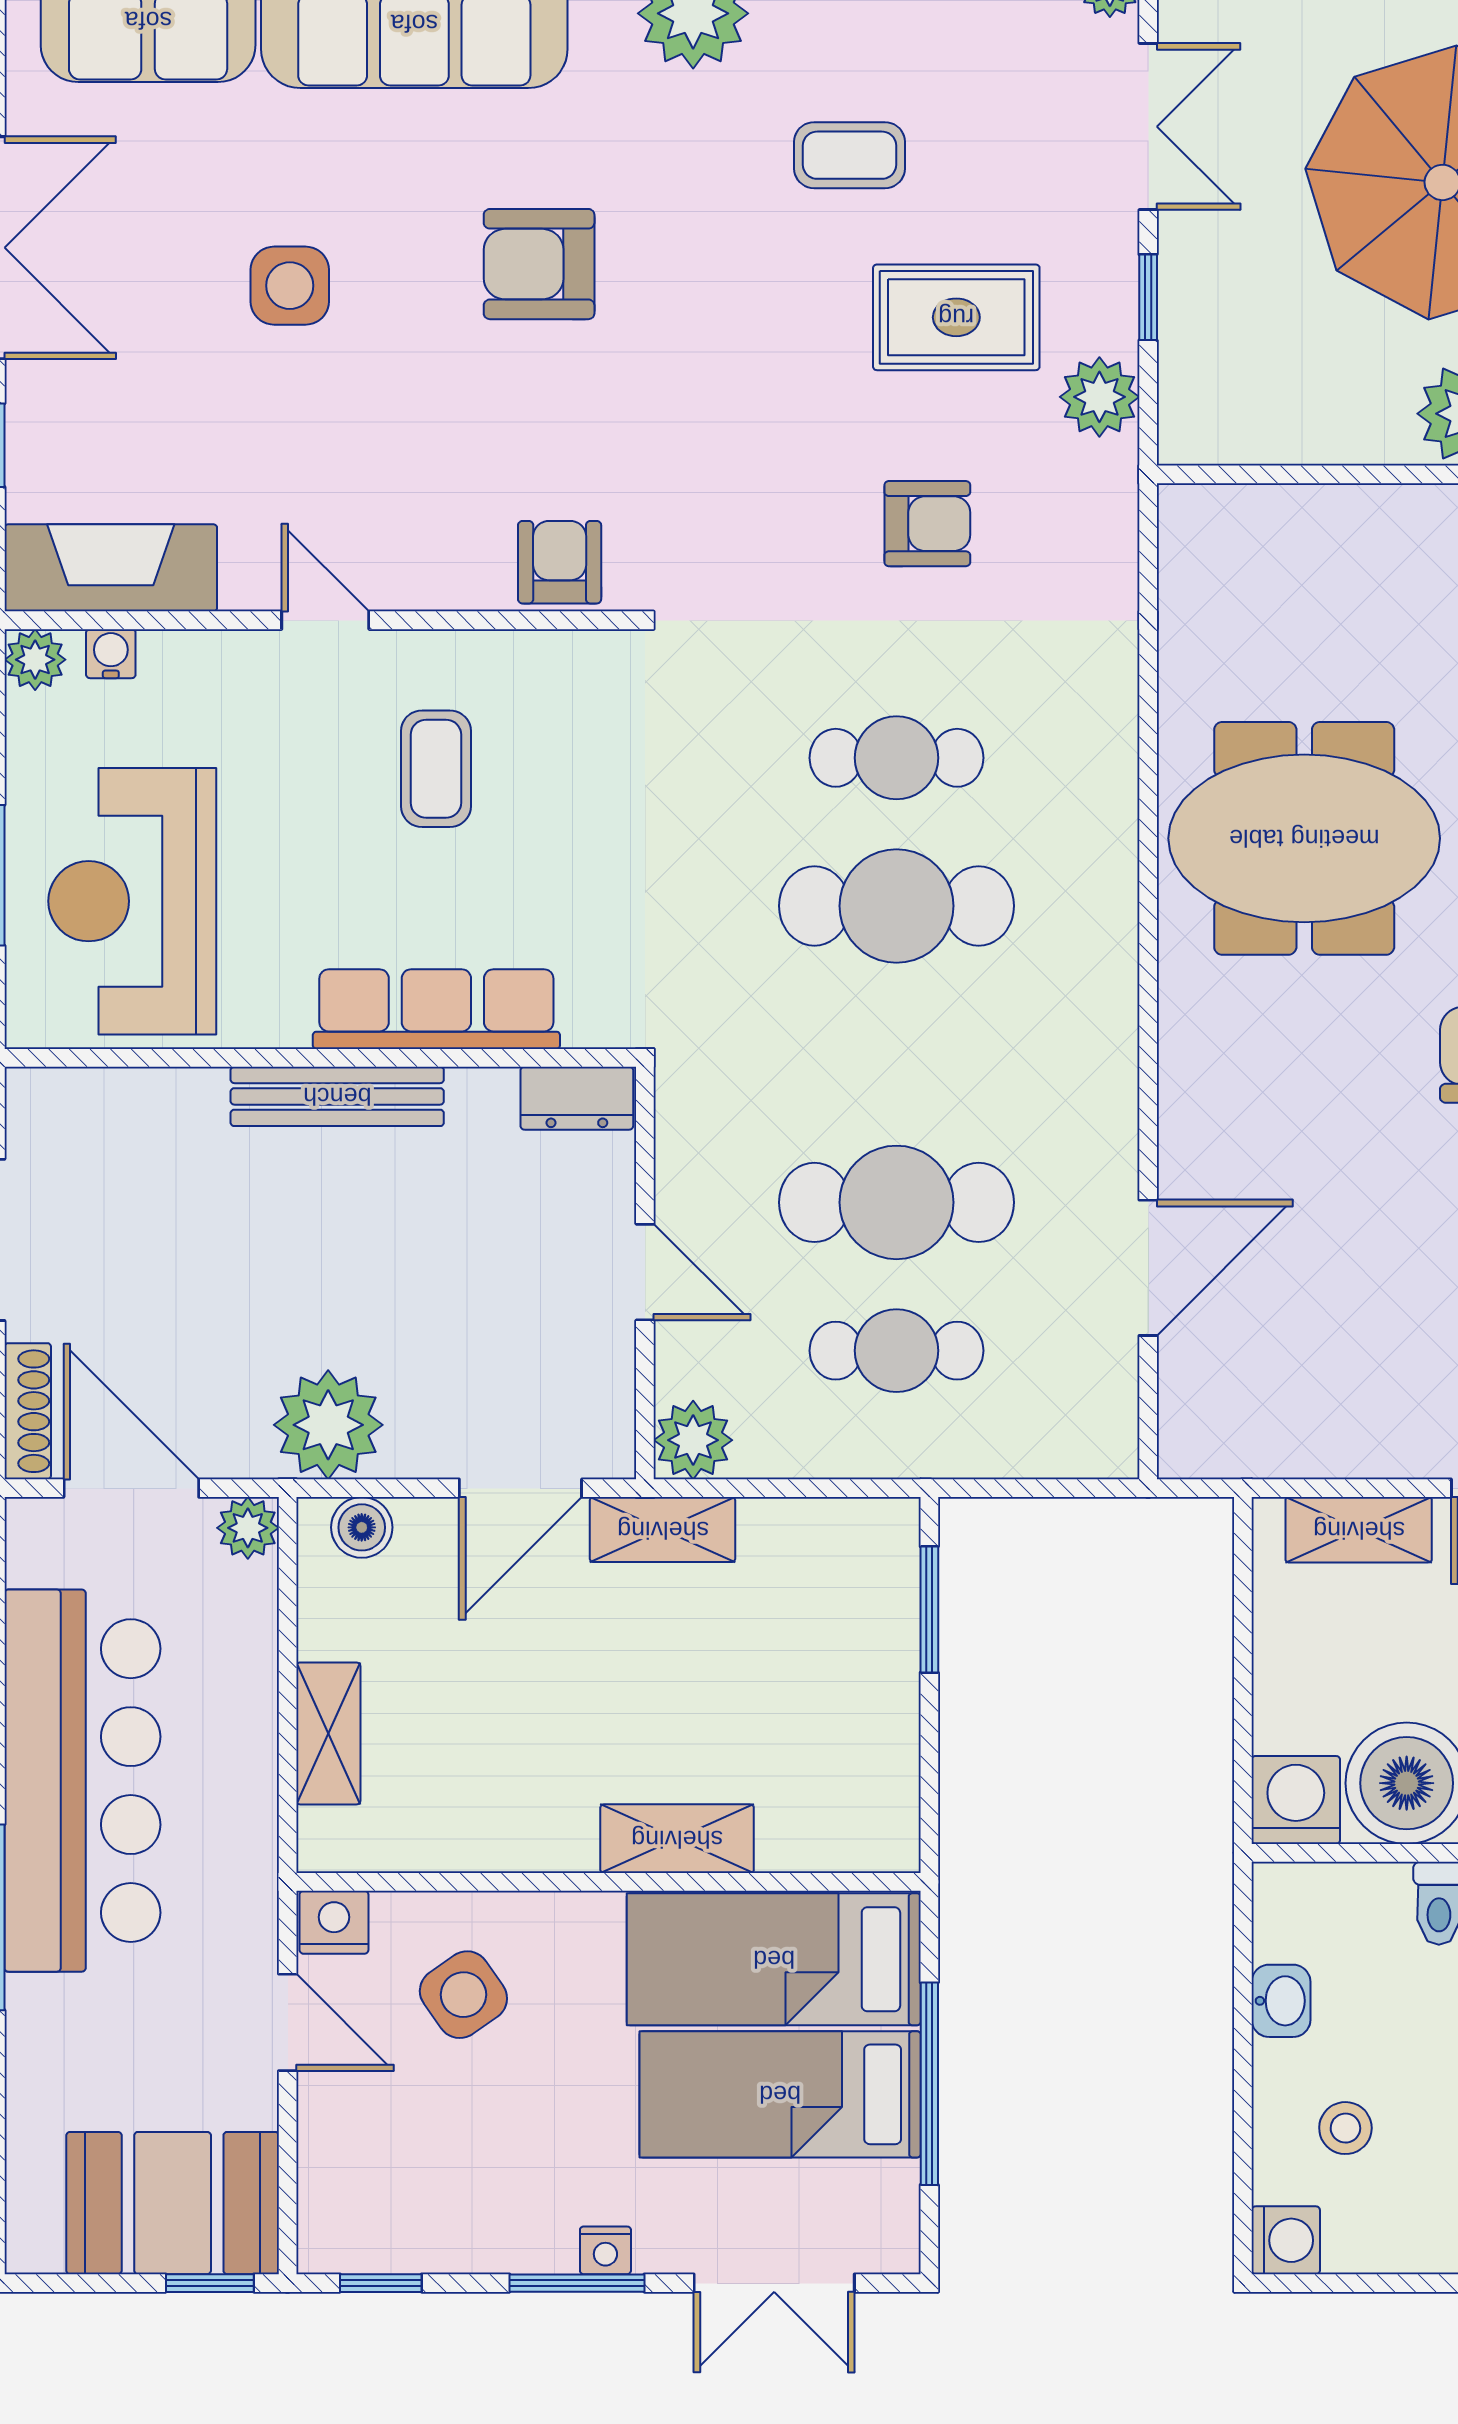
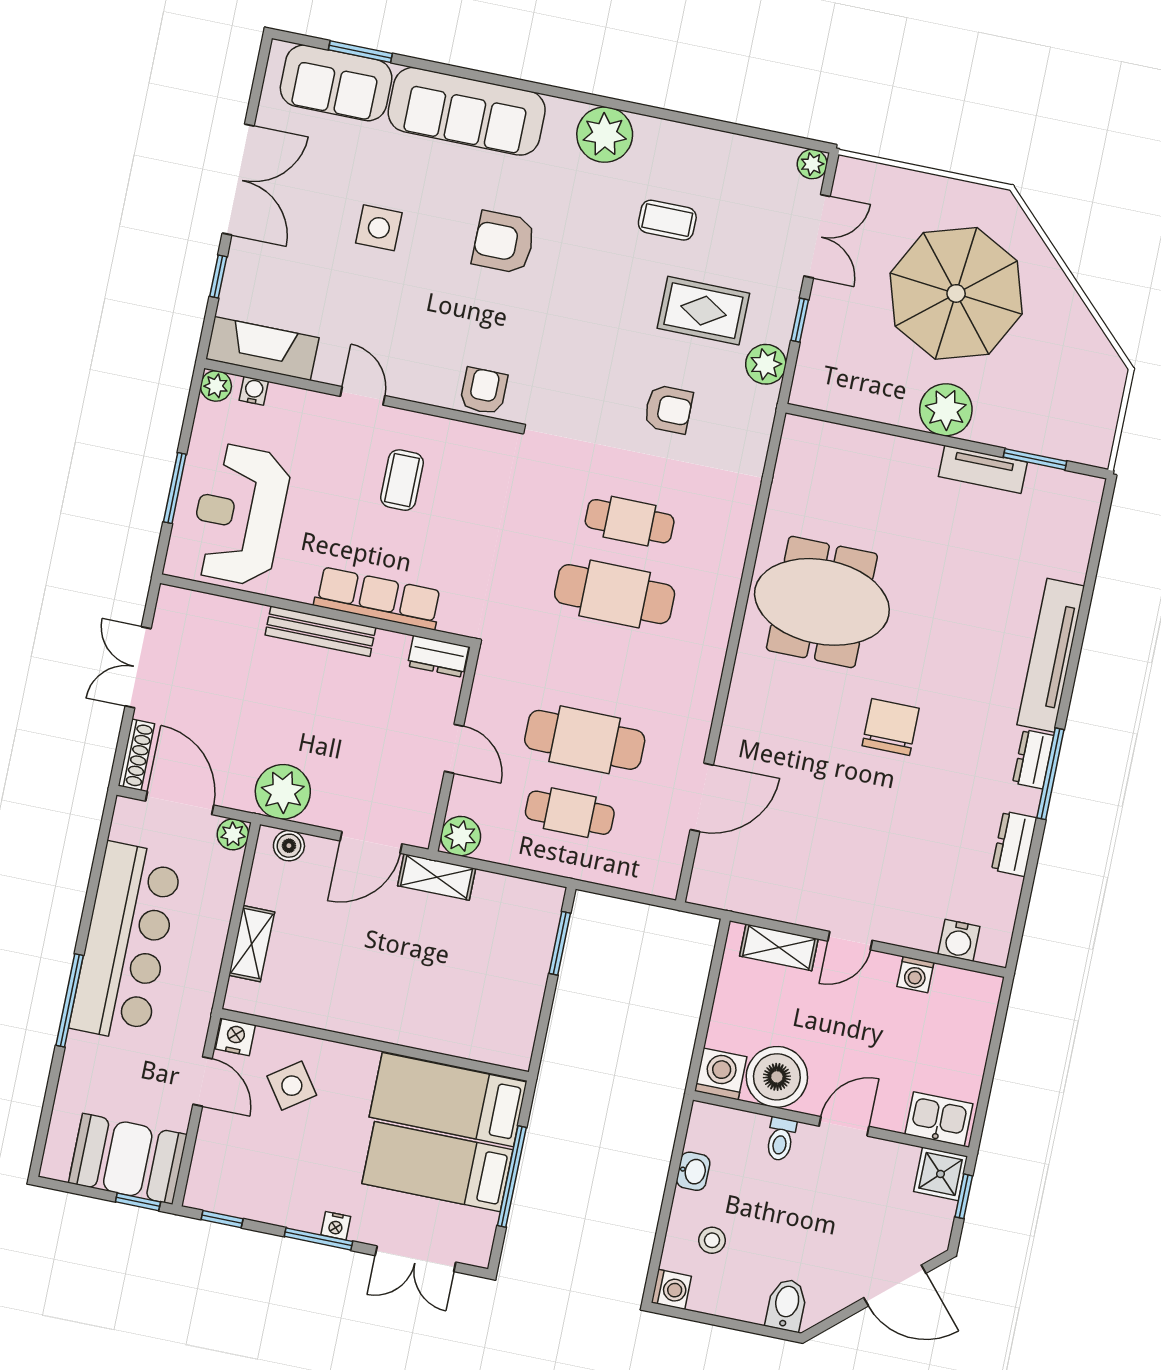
shelving: (677, 1839) -> (413, 1031), removed

